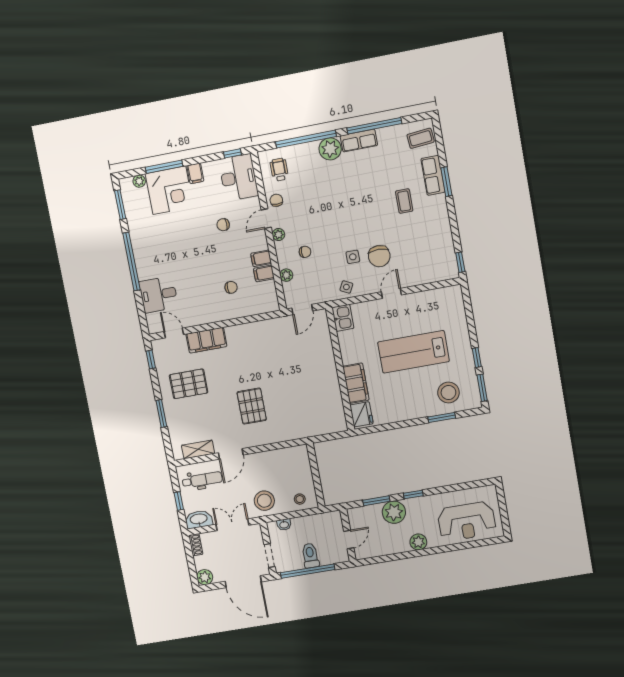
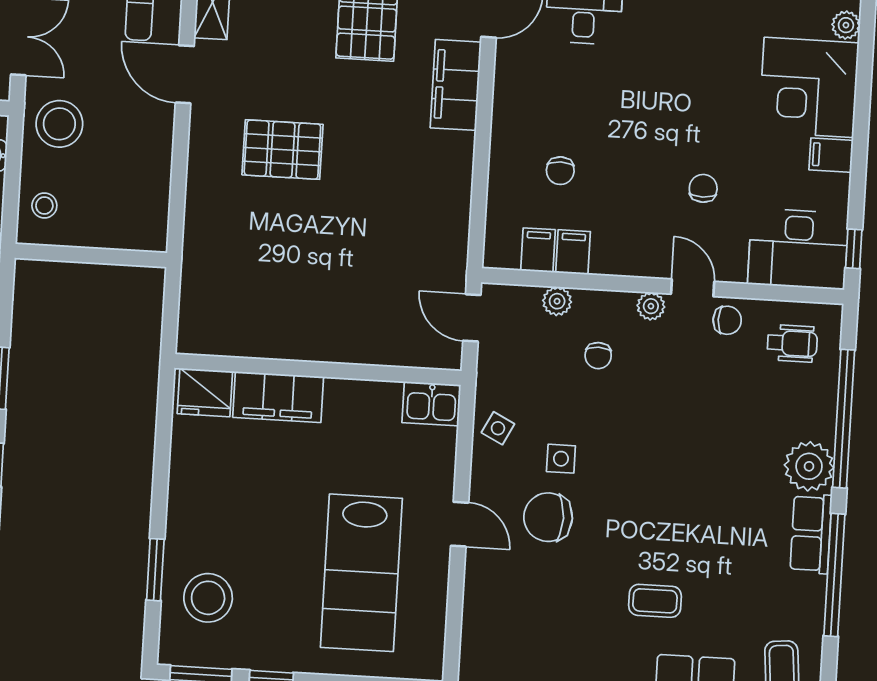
window: (164, 167) -> (863, 89), removed
filing cabinet: (261, 258) -> (538, 250), moved
lab bench: (413, 352) -> (361, 573), moved, turned 180

